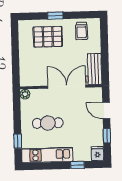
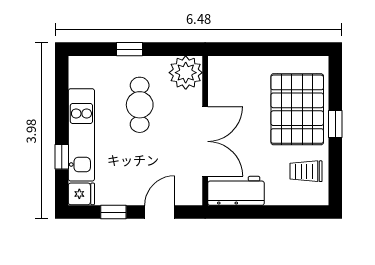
pallet: (48, 37) -> (297, 109), width x1.37, depth x1.41
plant: (25, 94) -> (186, 73), width x1.87, depth x1.87
window: (18, 141) -> (130, 49), moved
kitchen unit: (47, 155) -> (81, 135), moved

